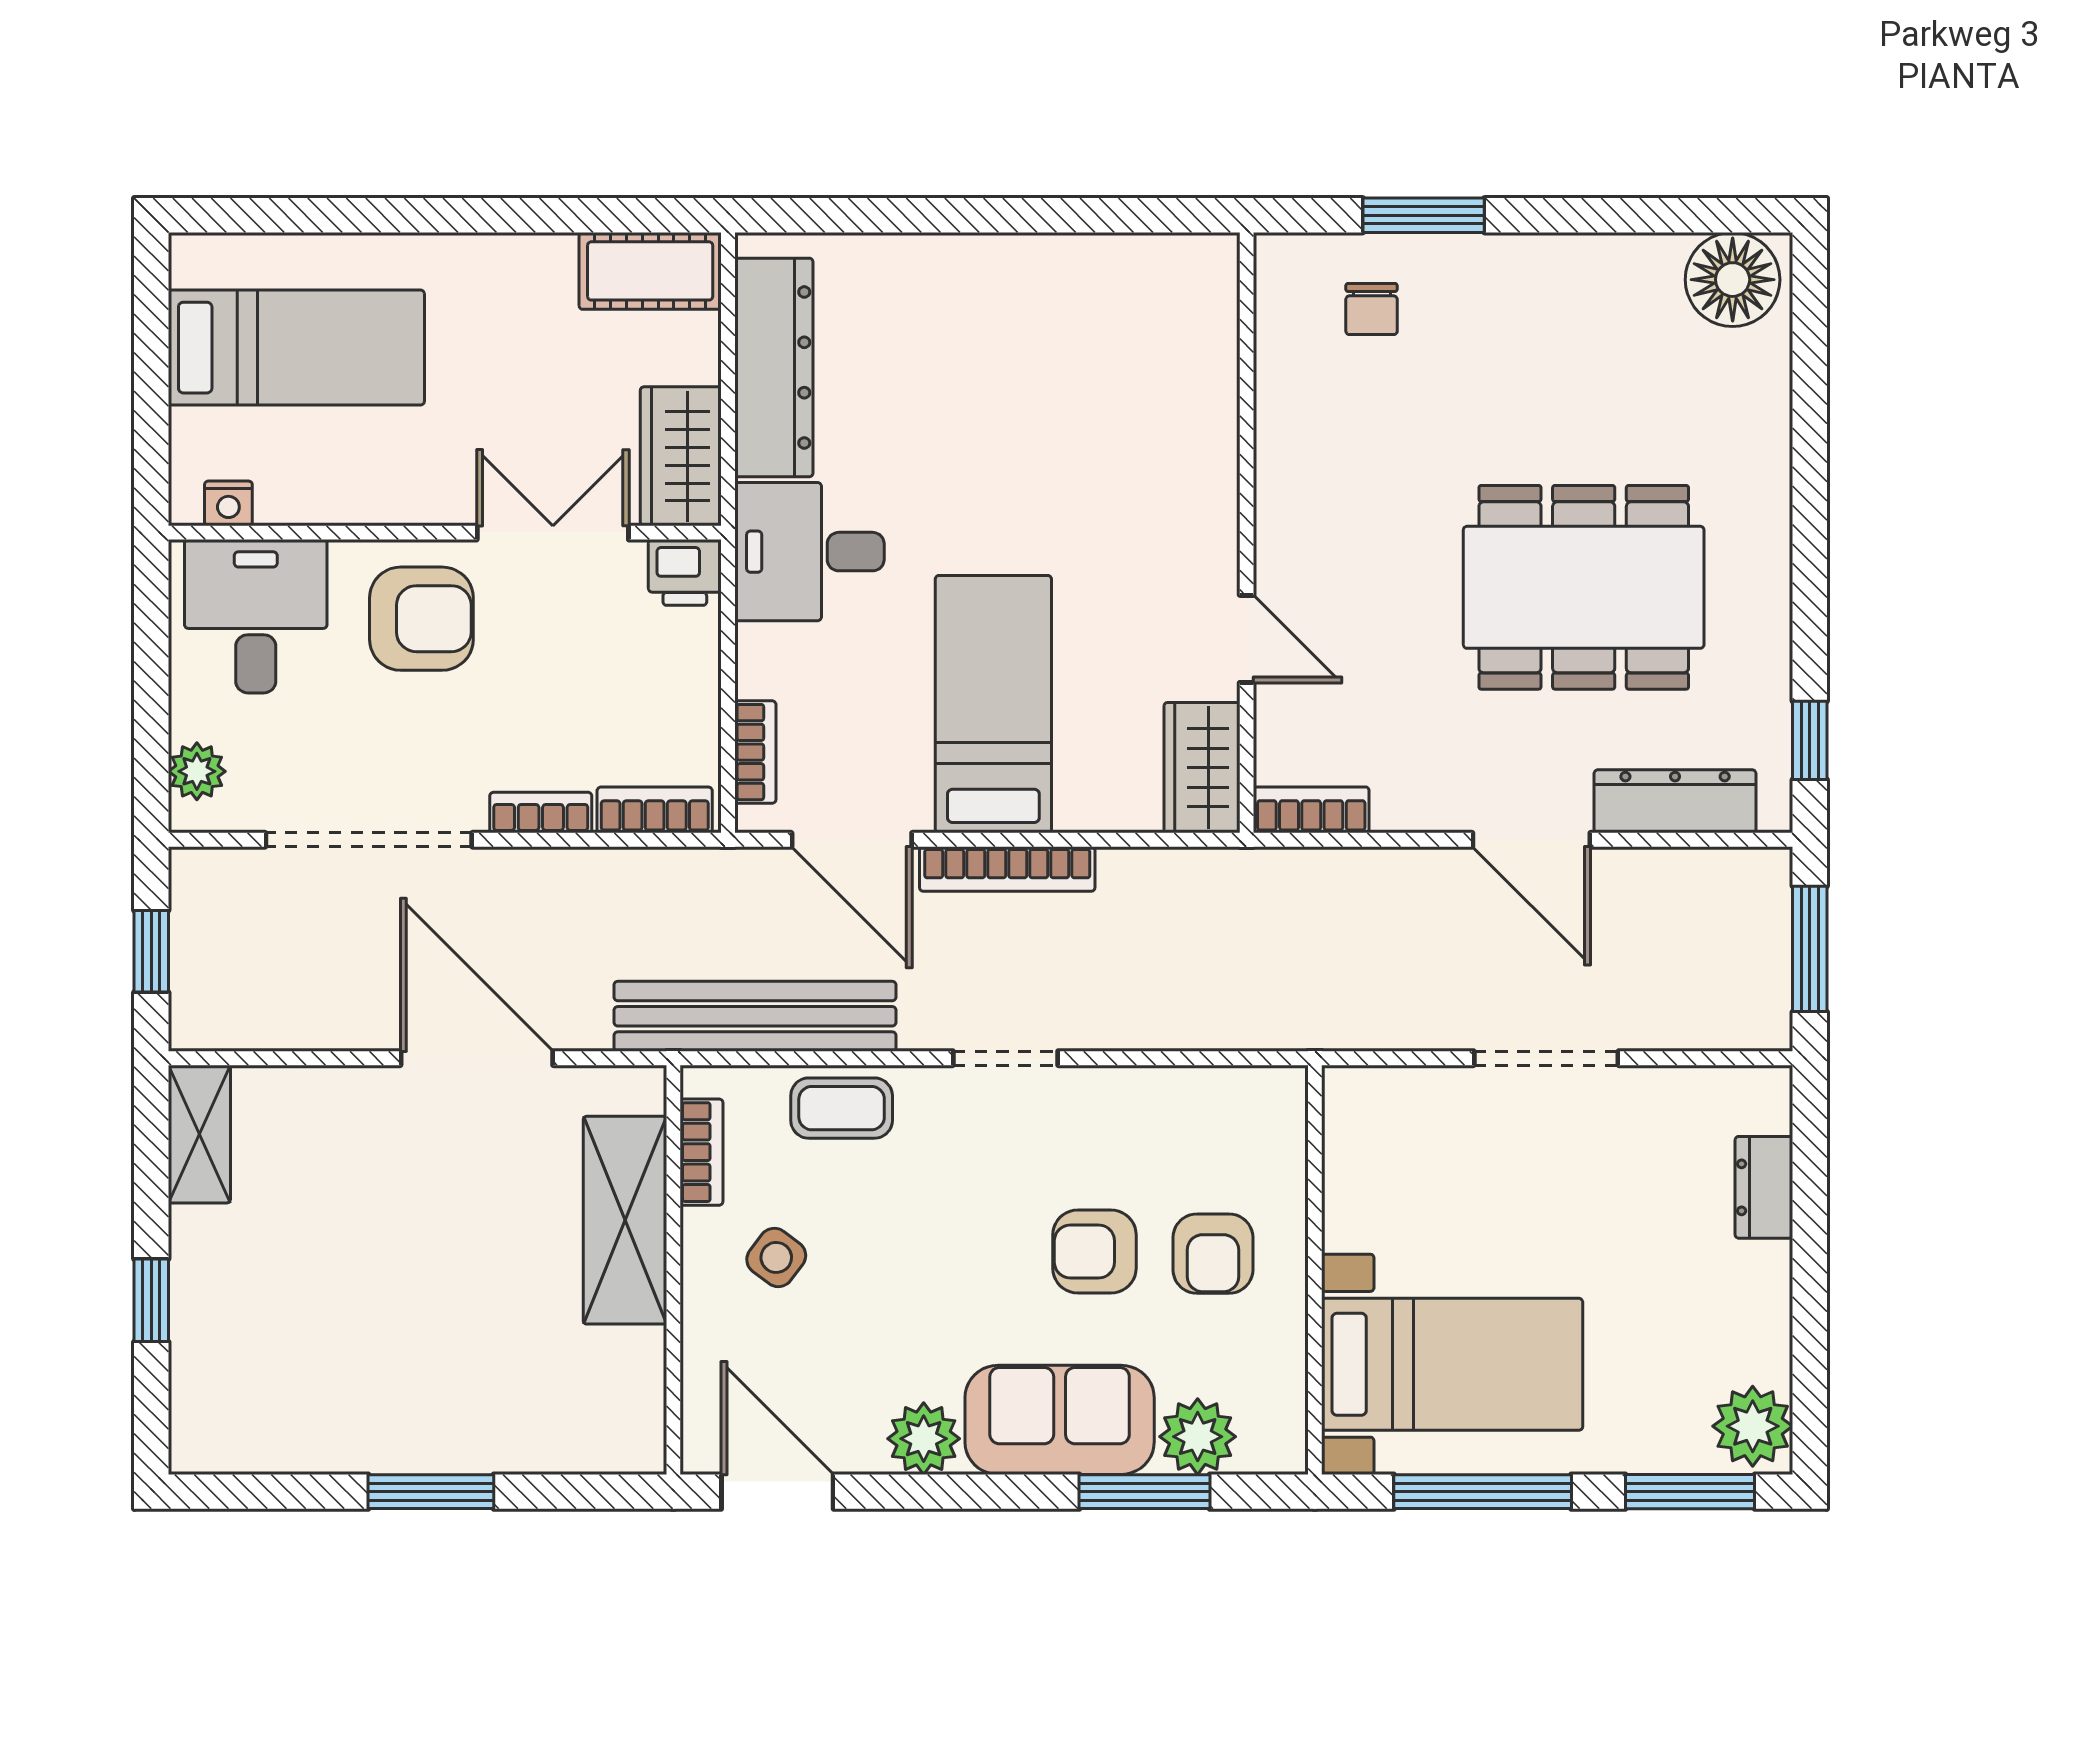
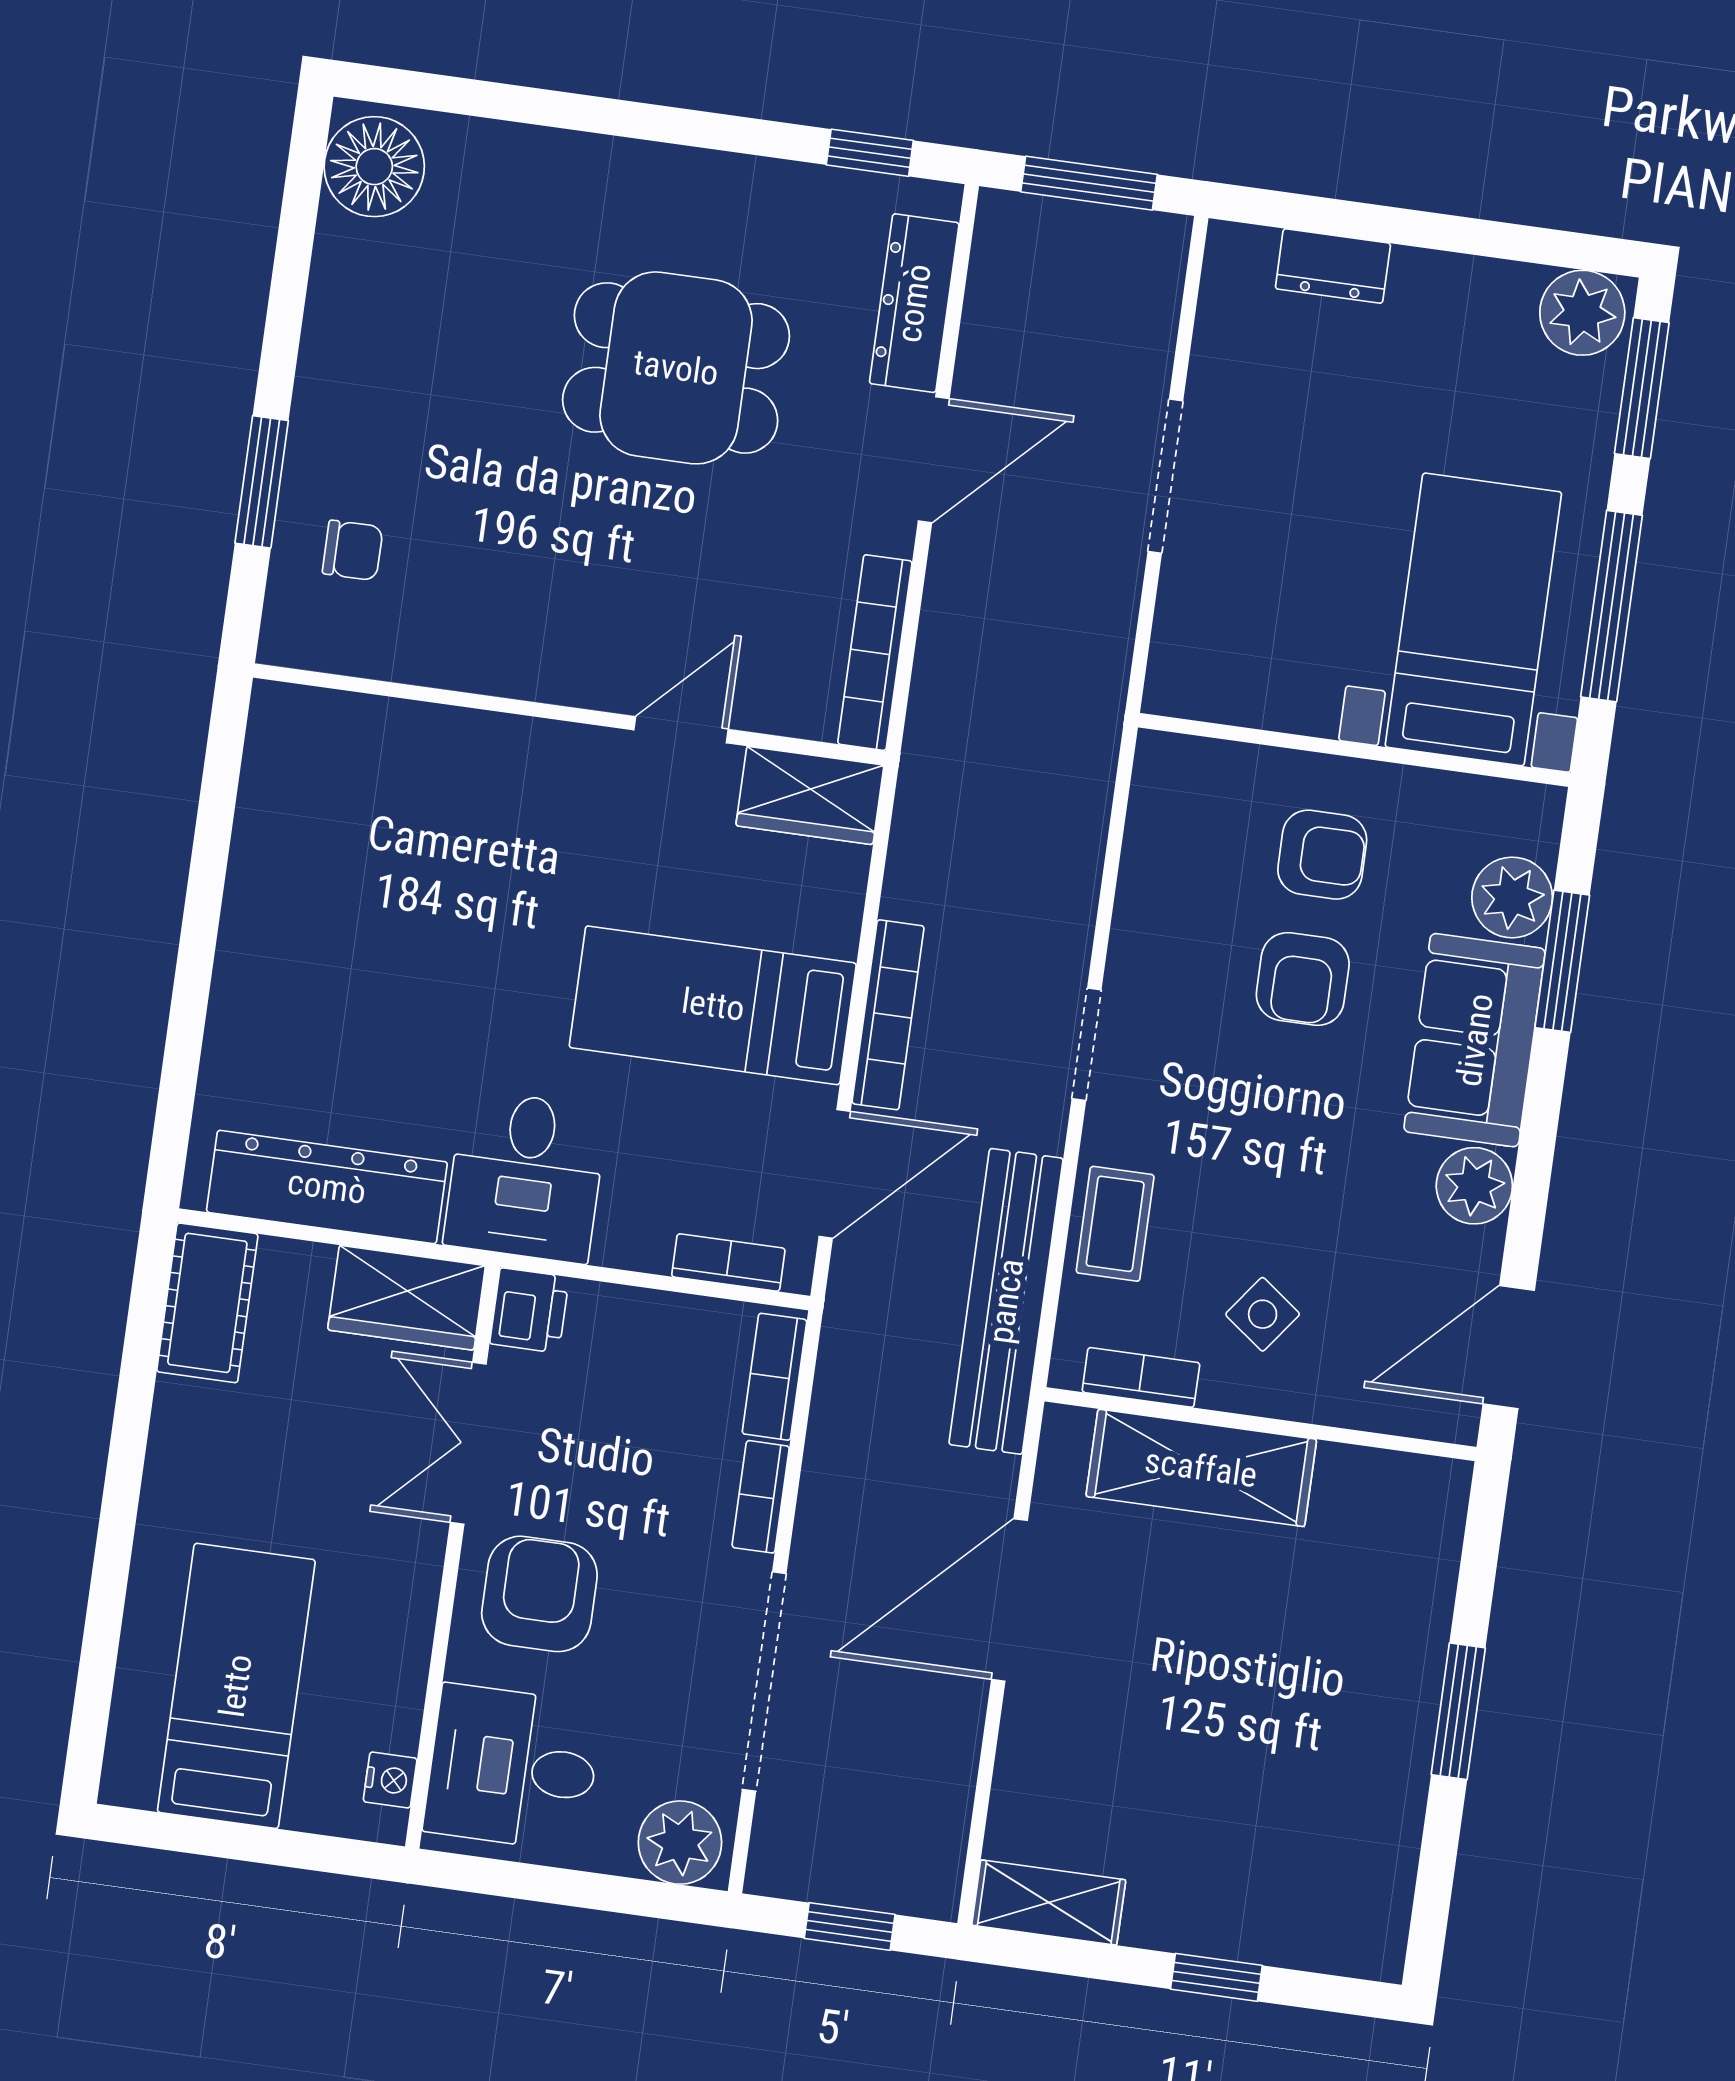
dining table: (1584, 587) -> (676, 368), width x0.73
plant: (197, 771) -> (680, 1843), width x1.38, depth x1.38
bookcase: (1311, 810) -> (875, 653), width x1.56

